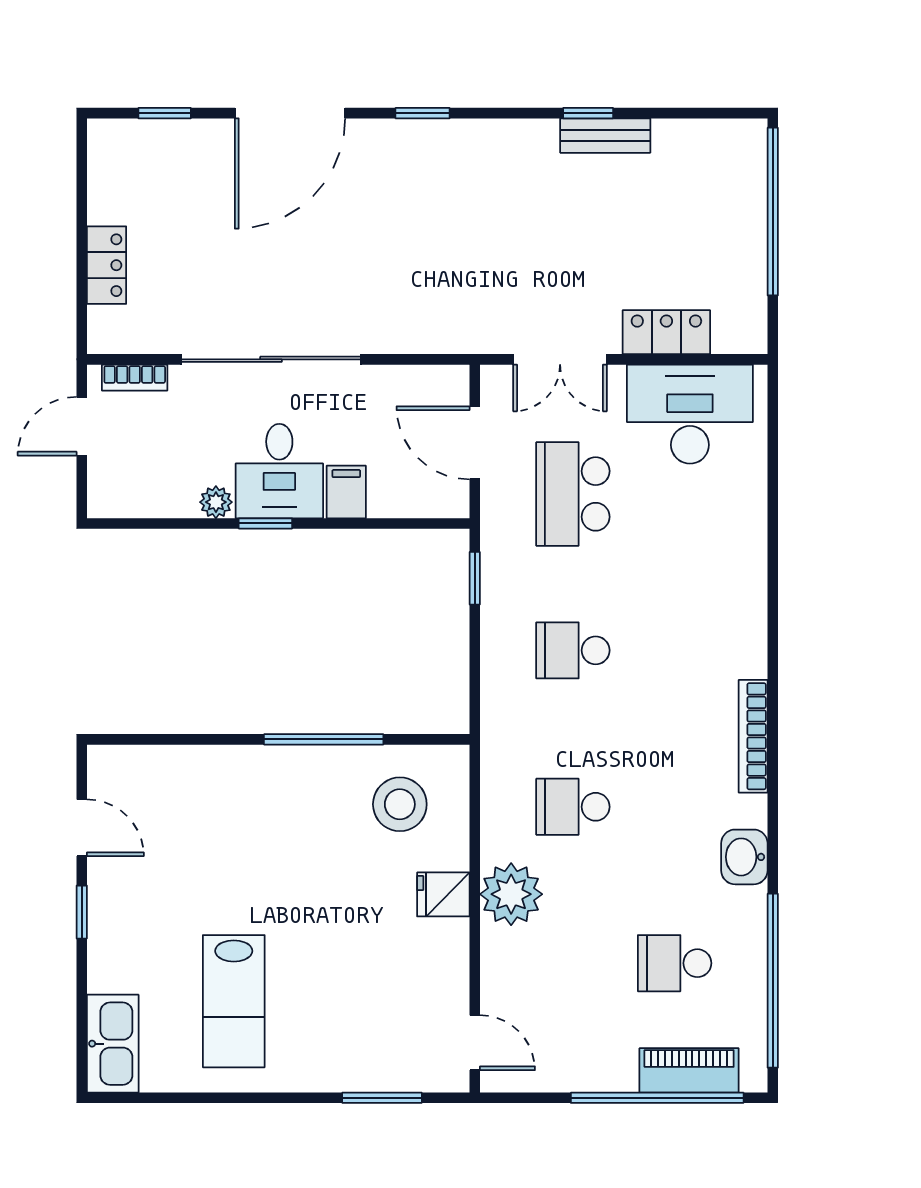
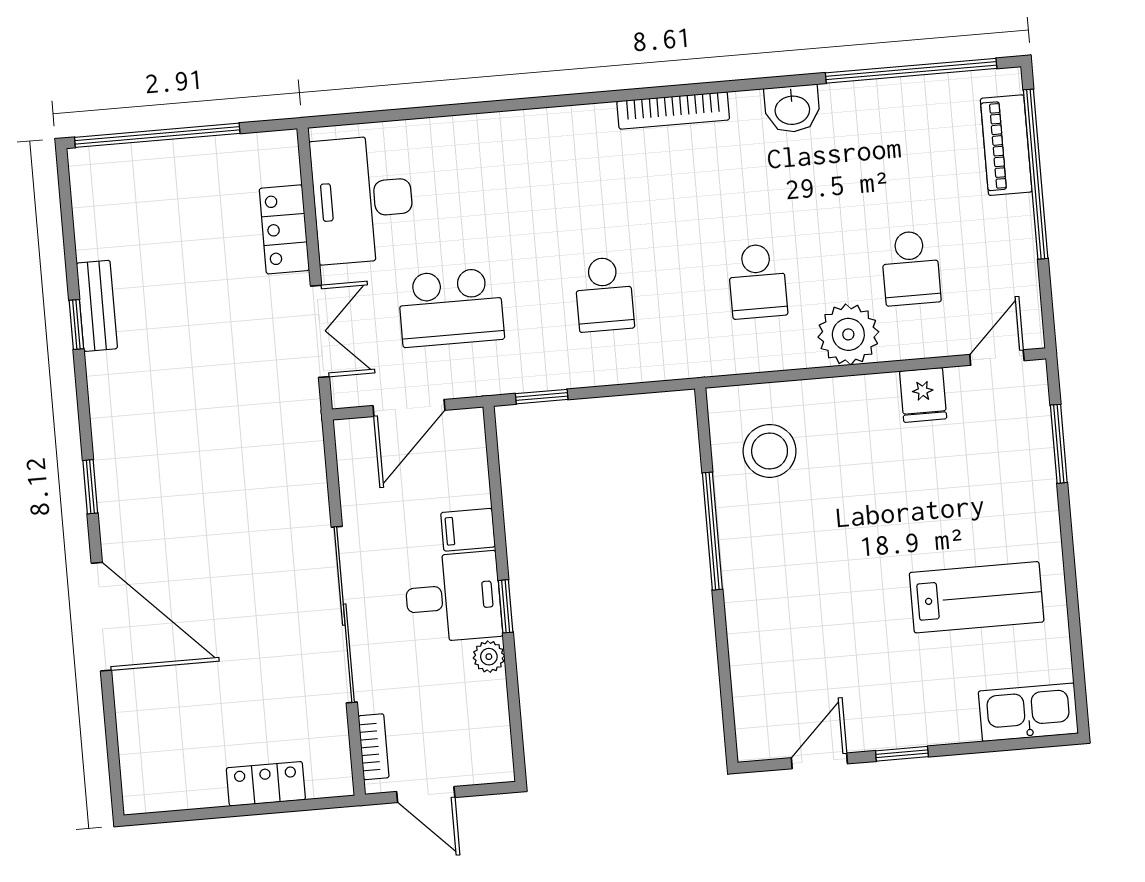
window: (165, 113) -> (112, 740), removed
fridge: (443, 894) -> (923, 395), moved
school desk: (675, 963) -> (911, 268), moved

